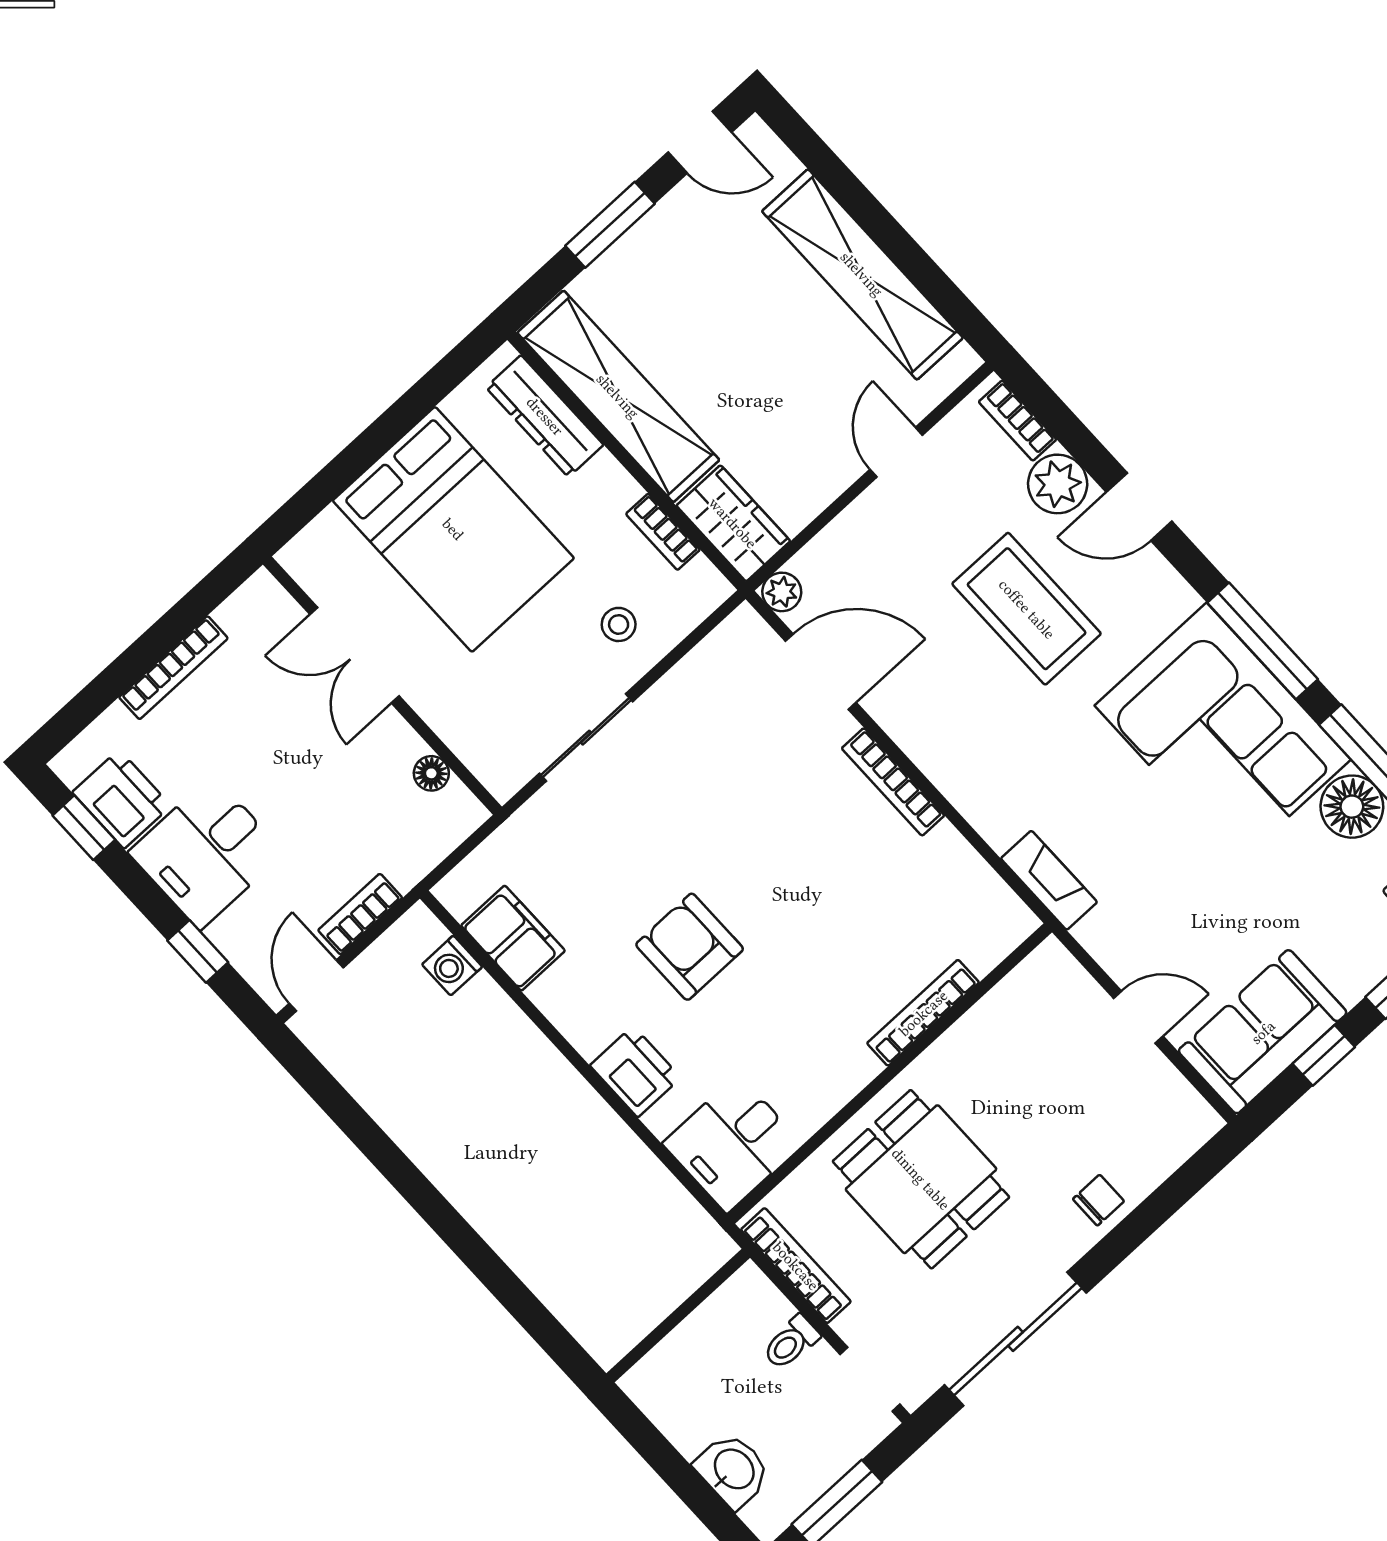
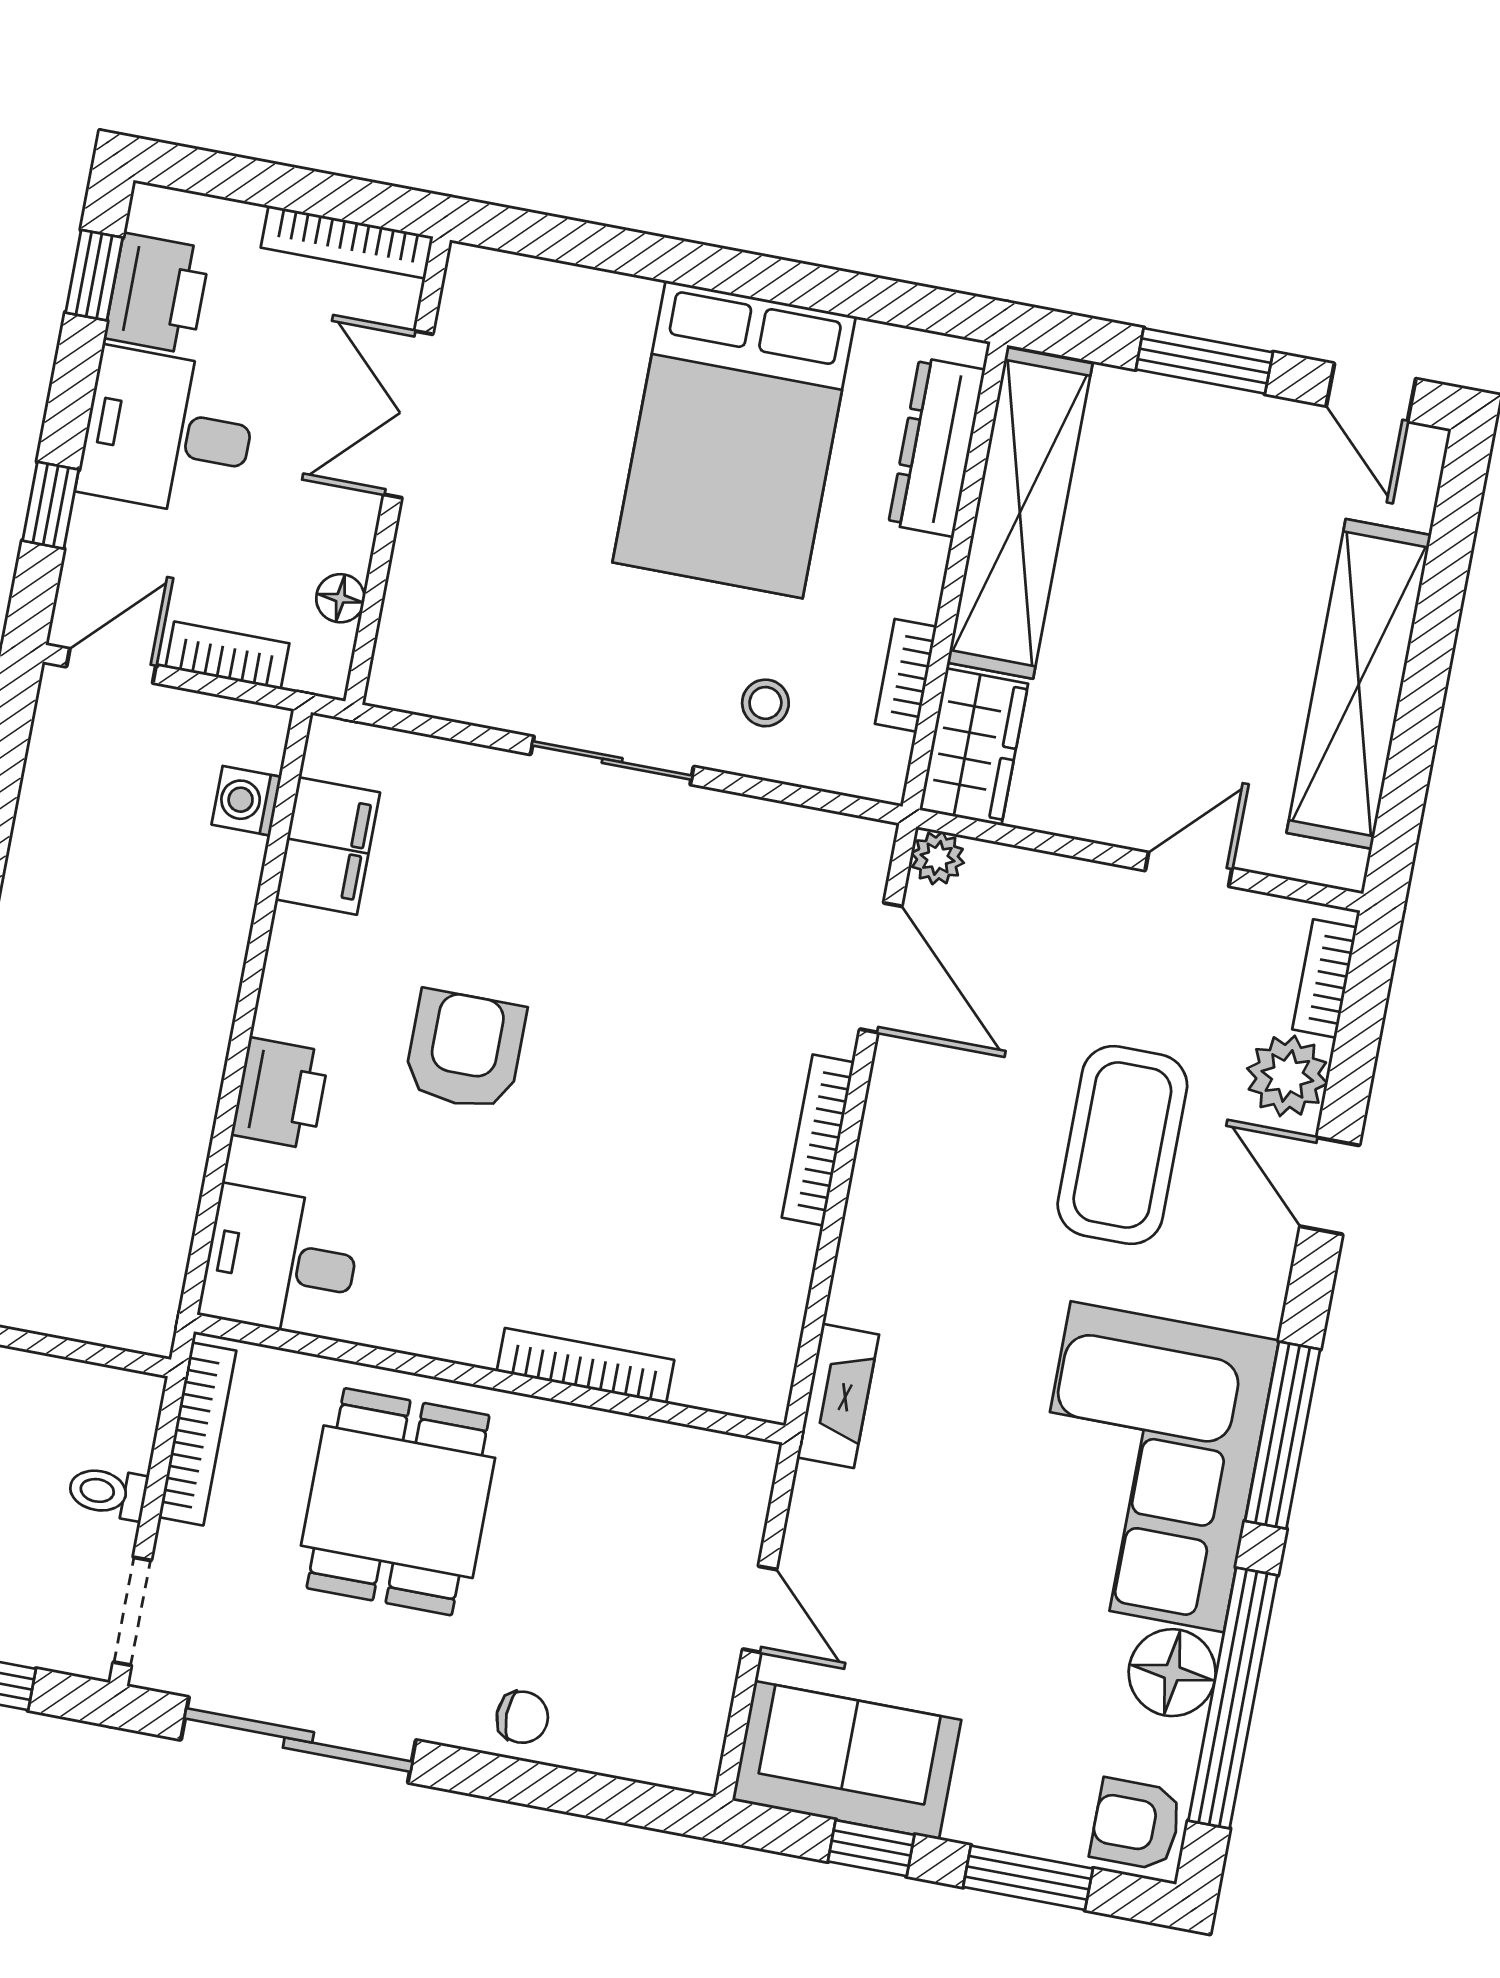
double door: (355, 655) -> (408, 414), moved
wall: (382, 686) -> (398, 471), moved
floor lamp: (431, 773) -> (340, 598), moved

